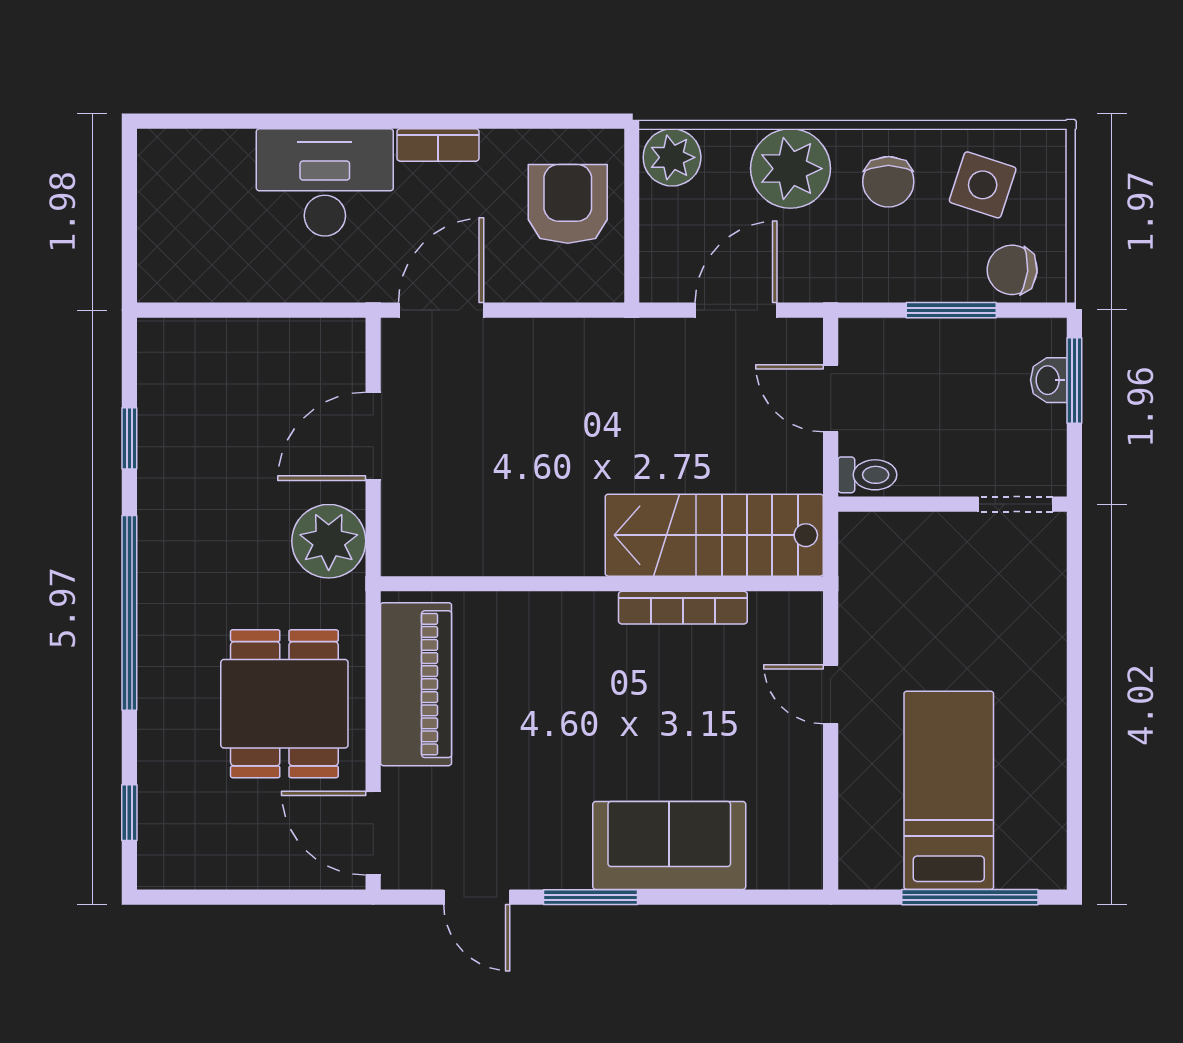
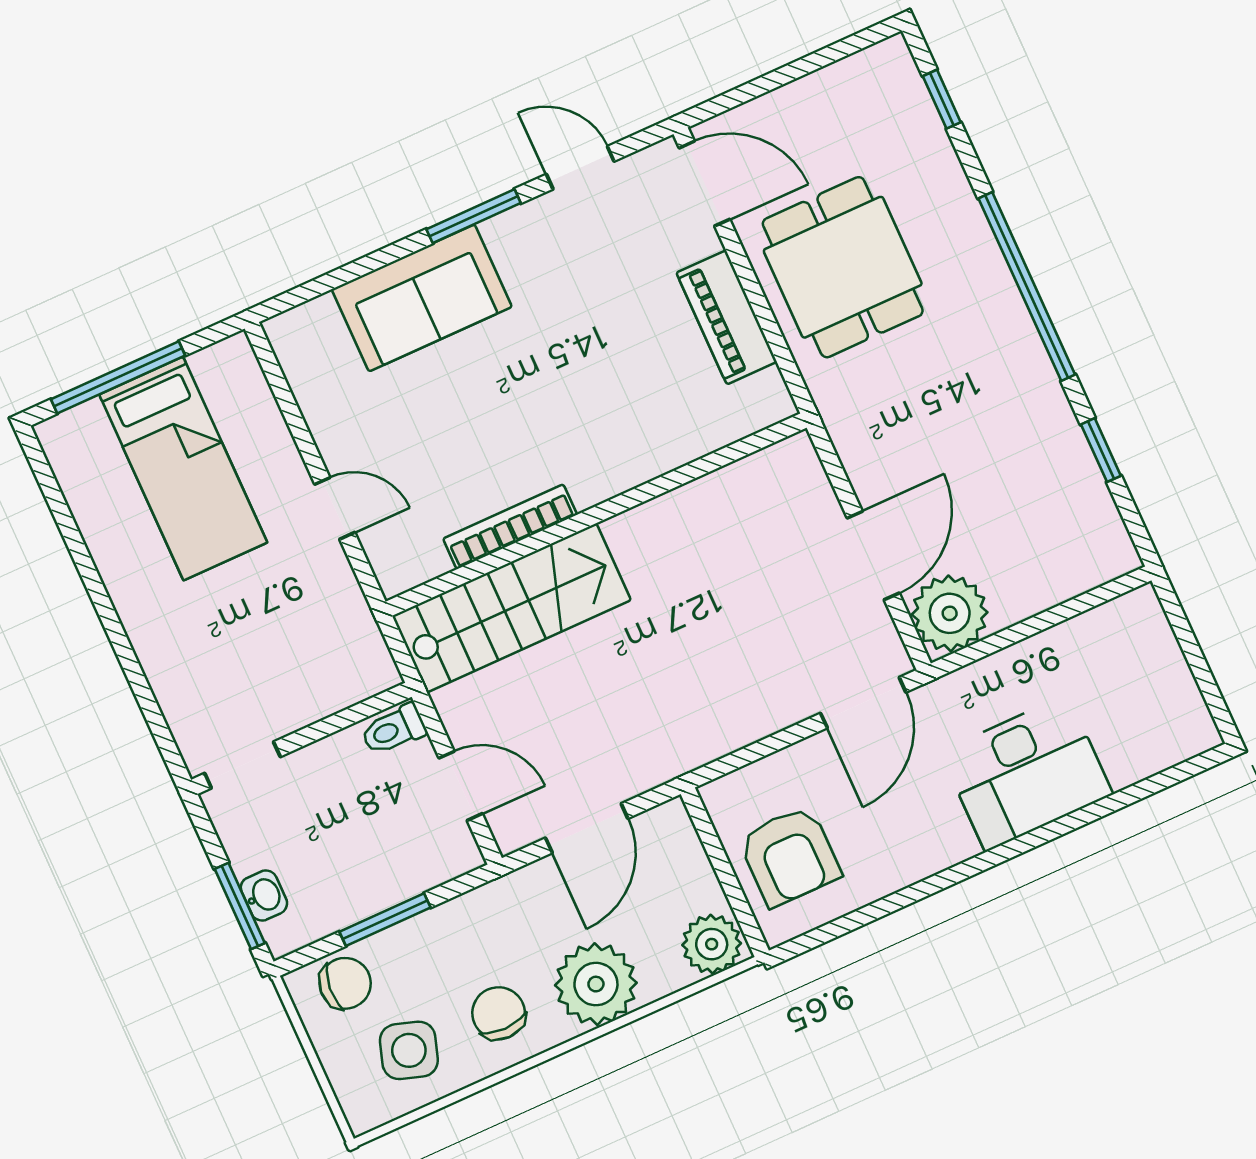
bookcase: (438, 145) -> (936, 856), removed
plant: (329, 541) -> (950, 613), moved
piano: (416, 684) -> (727, 317), width x0.73, depth x0.75

